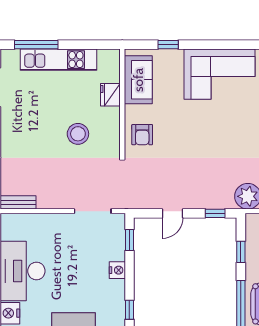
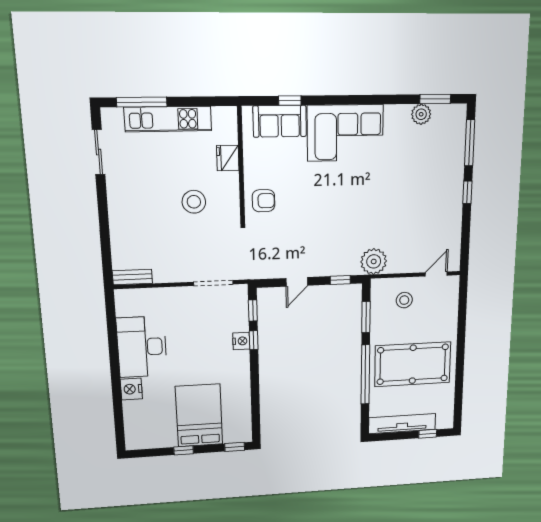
sofa: (138, 80) -> (280, 121), moved, turned 90
armchair: (142, 135) -> (263, 201), turned -90
window: (241, 252) -> (366, 317), width x1.50
window: (129, 310) -> (254, 340), moved

